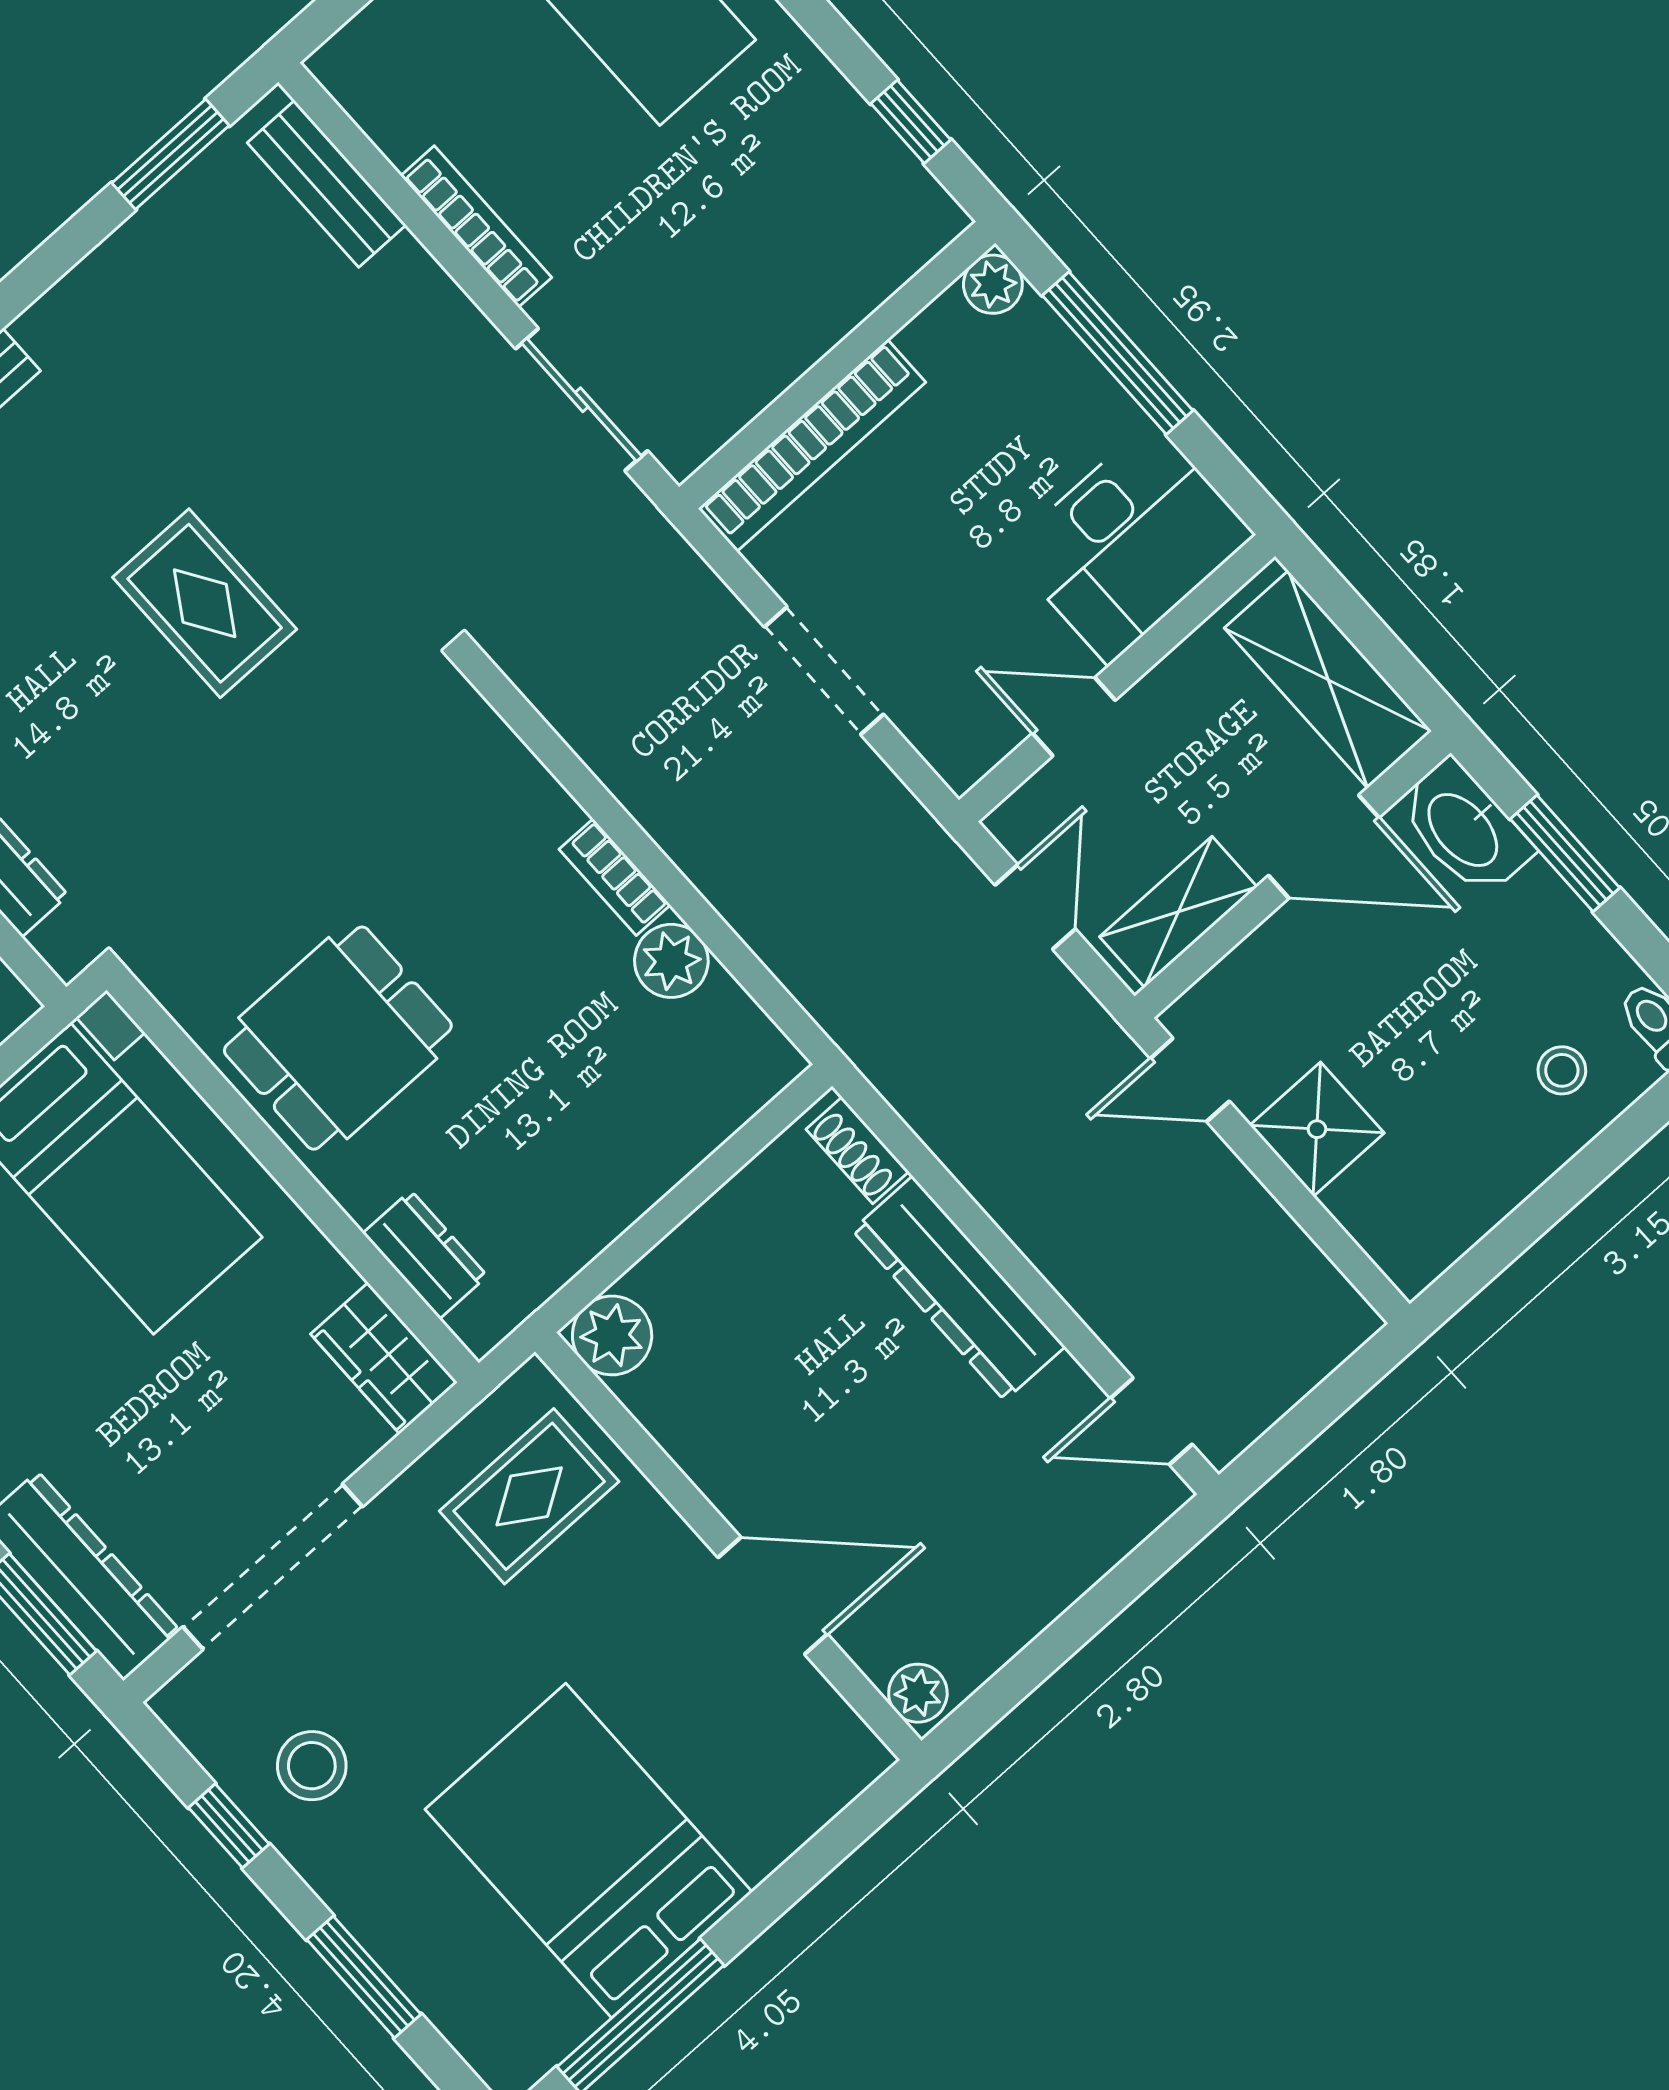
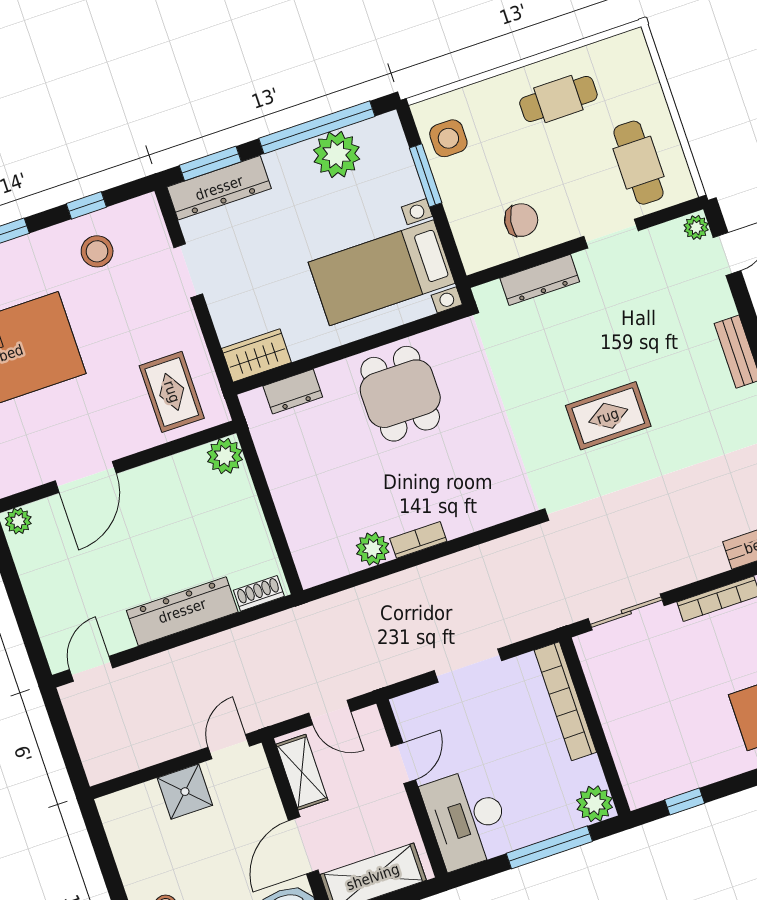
plant: (993, 284) -> (595, 804), width x1.38, depth x1.38
doorway: (273, 1567) -> (188, 271), width x0.53

